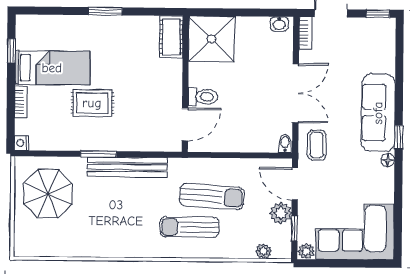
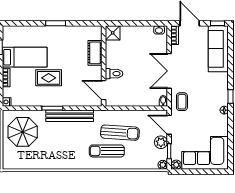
cot: (171, 37) -> (95, 53), moved
shower: (212, 39) -> (113, 33), width x0.54, depth x0.54
double door: (296, 93) -> (169, 71), swing flipped
sofa: (378, 113) -> (218, 49), moved
door: (185, 124) -> (104, 90), swing flipped
plant: (264, 251) -> (163, 165), moved

